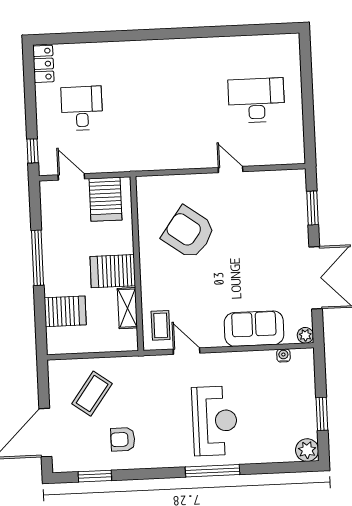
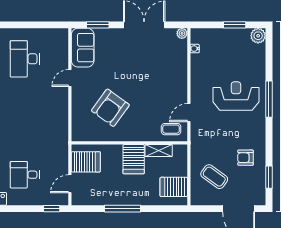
server rack: (65, 311) -> (174, 187), moved, turned -90
sofa: (254, 329) -> (83, 48), moved, turned 180
armchair: (123, 439) -> (245, 158), turned 90

